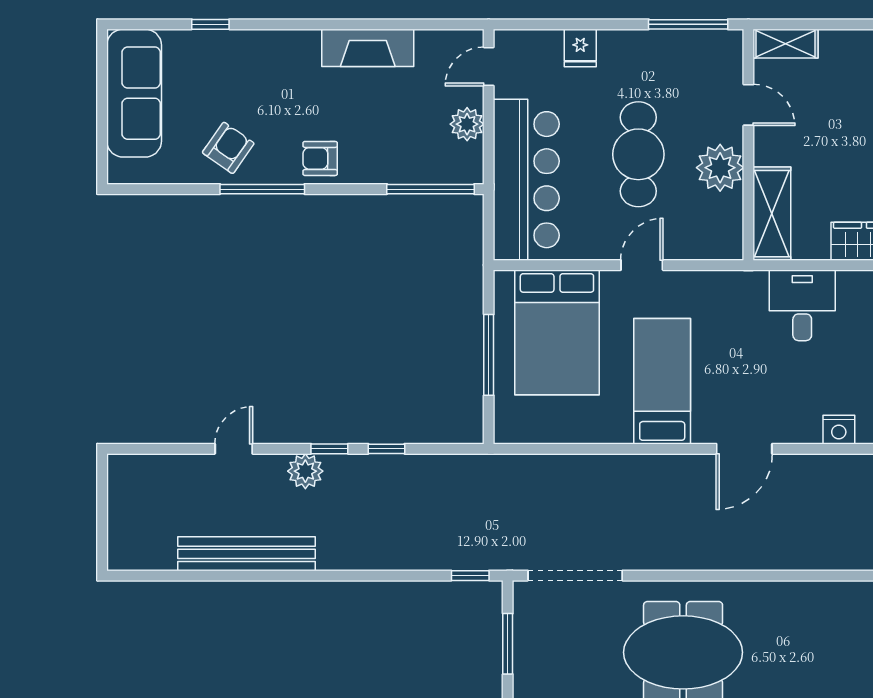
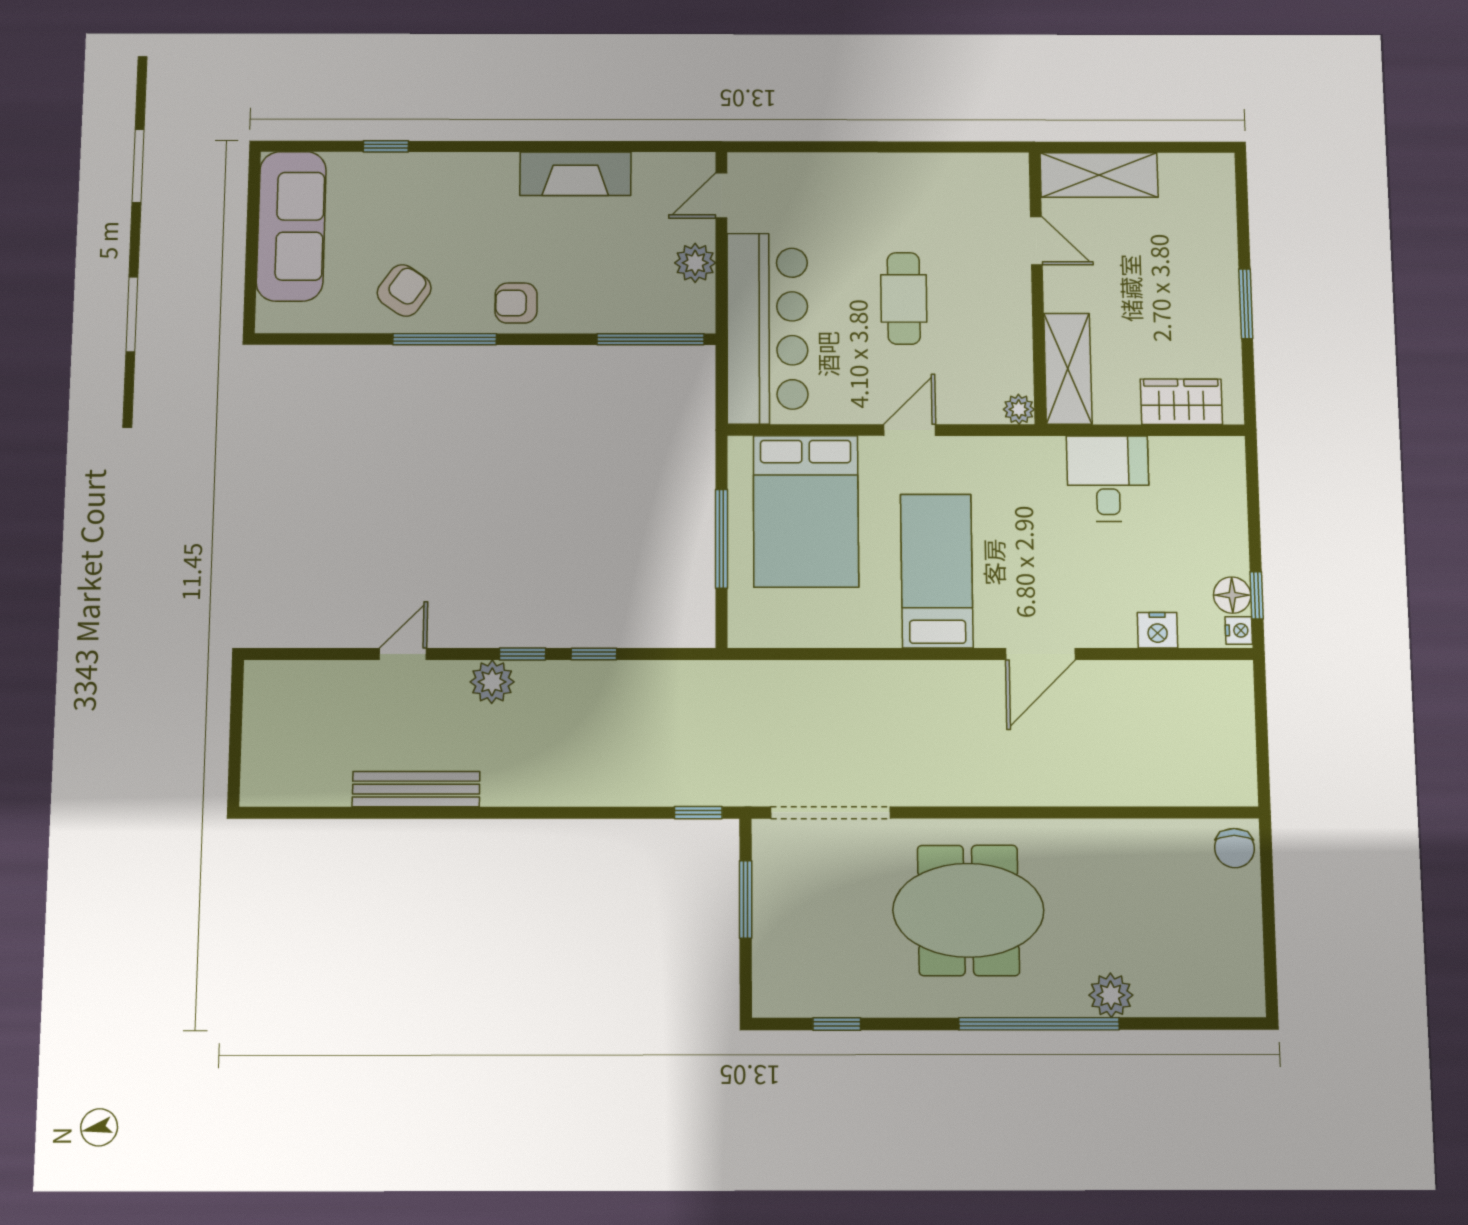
window: (688, 24) -> (962, 147), removed
shelving: (785, 44) -> (1099, 175), width x1.50, depth x1.33
fridge: (580, 48) -> (832, 174), removed
cafe table: (638, 154) -> (904, 298), width x0.73, depth x0.74
plant: (720, 168) -> (1019, 409), moved, width x0.53, depth x0.53
bench: (246, 554) -> (416, 789), width x0.73, depth x0.82

